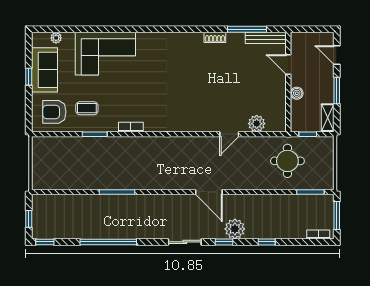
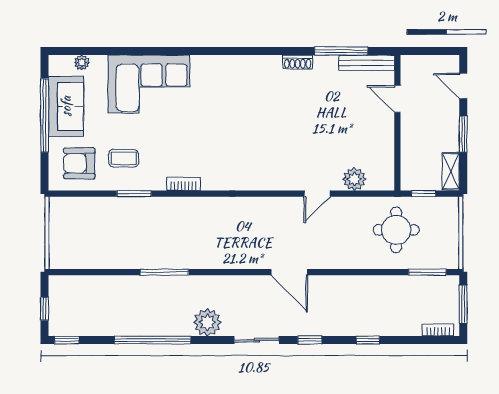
window: (29, 77) -> (45, 115), width x3.17
boiler: (297, 93) -> (409, 138), removed
plant: (235, 229) -> (207, 322), moved

